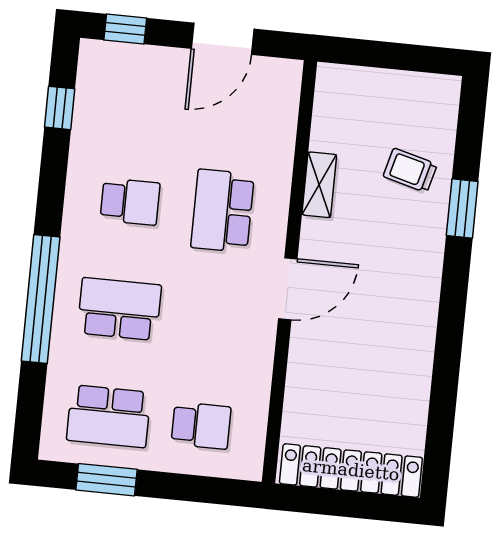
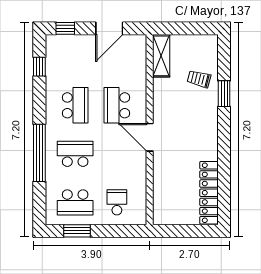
shelving: (319, 185) -> (161, 56), moved, width x1.50, depth x1.33
school desk: (130, 202) -> (75, 105), width x1.85
door: (288, 289) -> (150, 137), swing flipped
school desk: (201, 426) -> (117, 202), turned -90
locker: (351, 470) -> (209, 193), moved, turned -90

